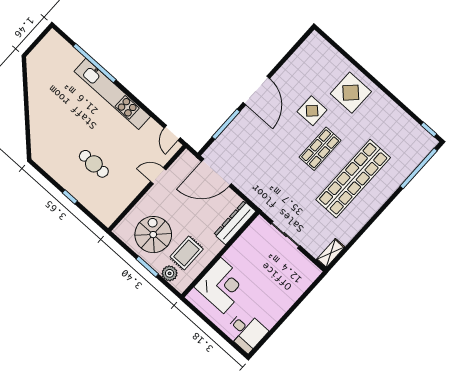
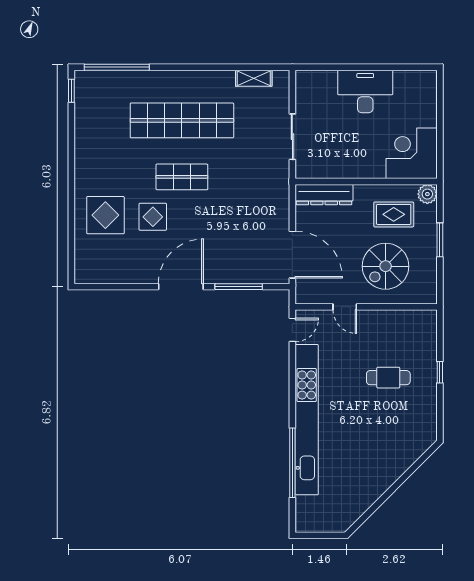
display table: (351, 93) -> (105, 215), moved
kitchen unit: (112, 94) -> (307, 420), width x1.36
cafe table: (94, 164) -> (388, 378), turned 90
spiral stairs: (153, 235) -> (386, 266), moved
shelving: (331, 253) -> (254, 78), moved
plant: (170, 273) -> (427, 194), moved
corner desk: (222, 285) -> (412, 153), moved
desk: (246, 331) -> (365, 91), moved, width x1.37

